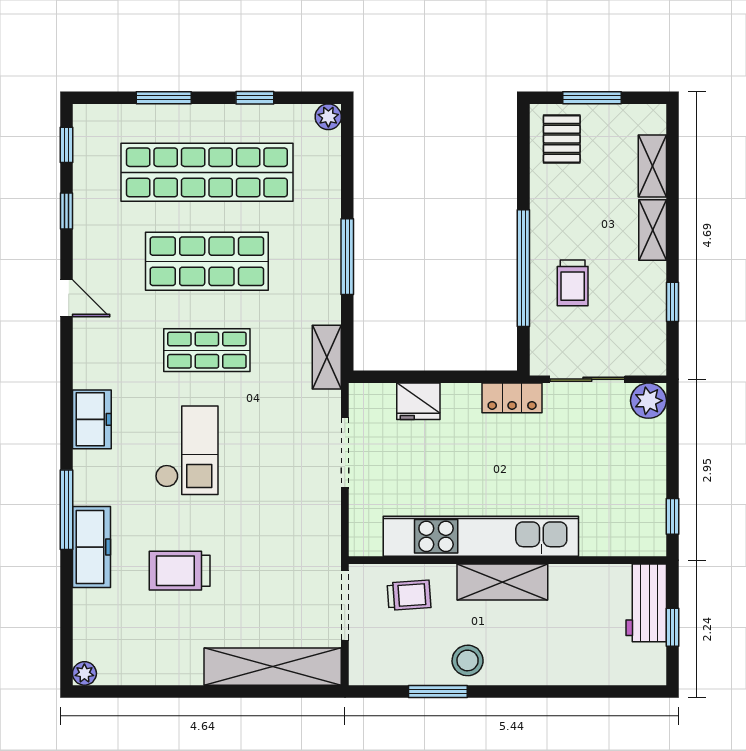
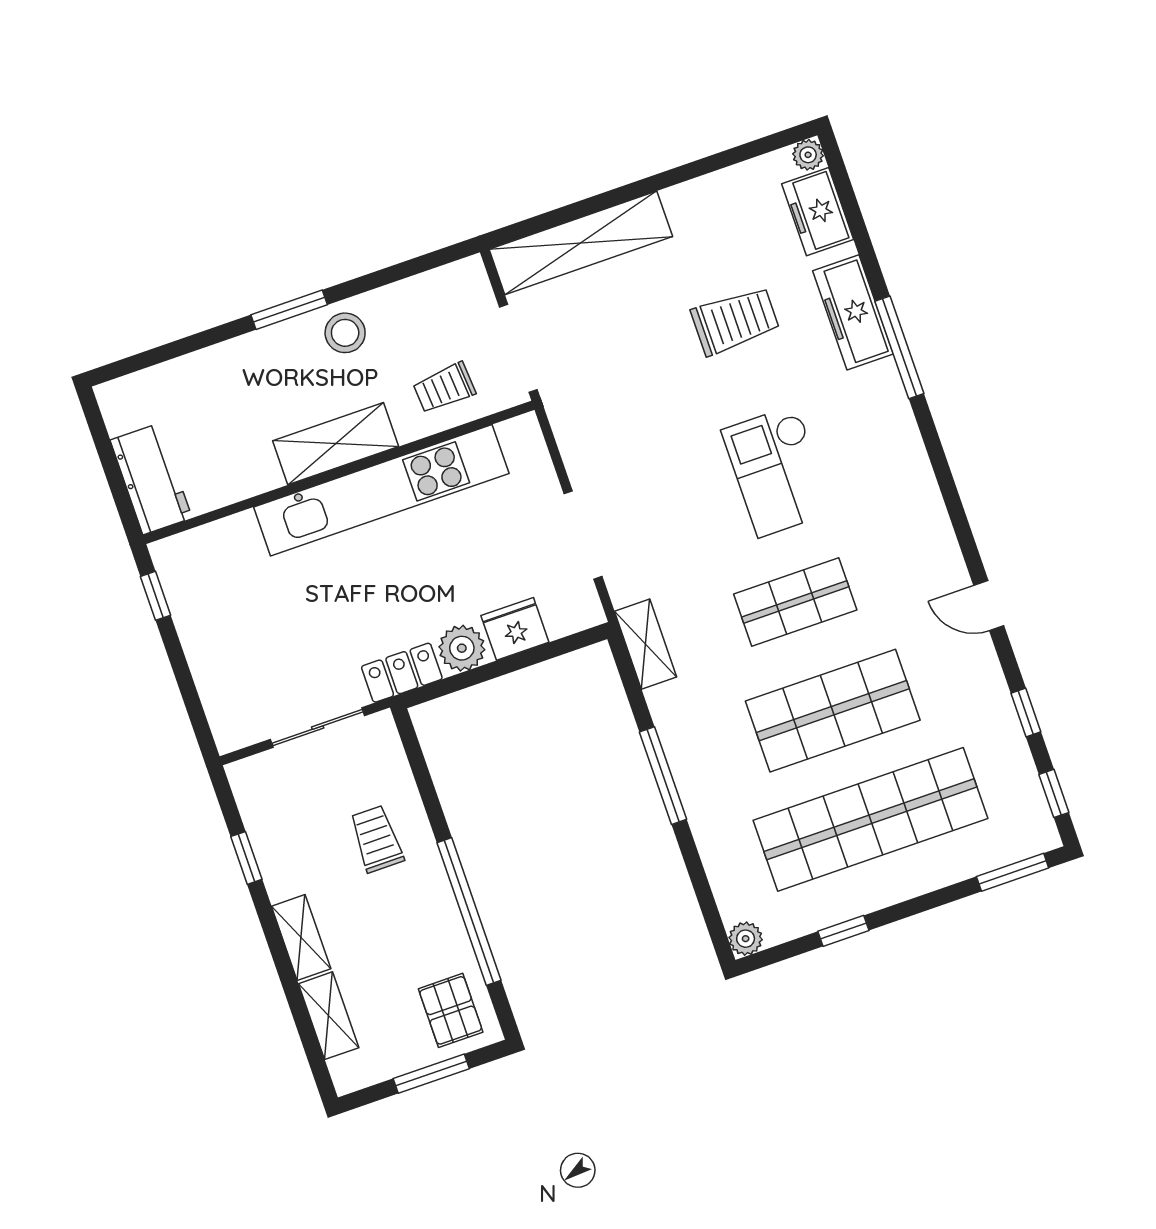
window: (164, 98) -> (1013, 872), moved
window: (523, 268) -> (469, 911), moved
plant: (648, 401) -> (462, 648), moved
freezer: (92, 419) -> (818, 212), moved
window: (672, 627) -> (109, 460), removed
window: (438, 691) -> (289, 310), moved

